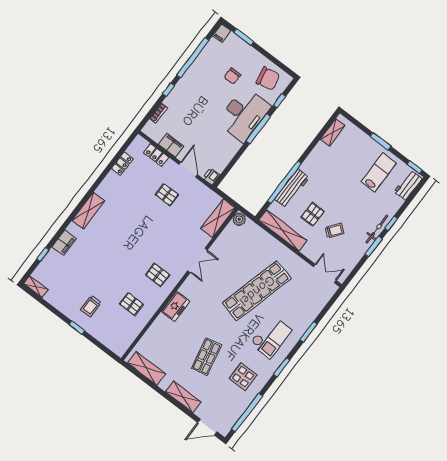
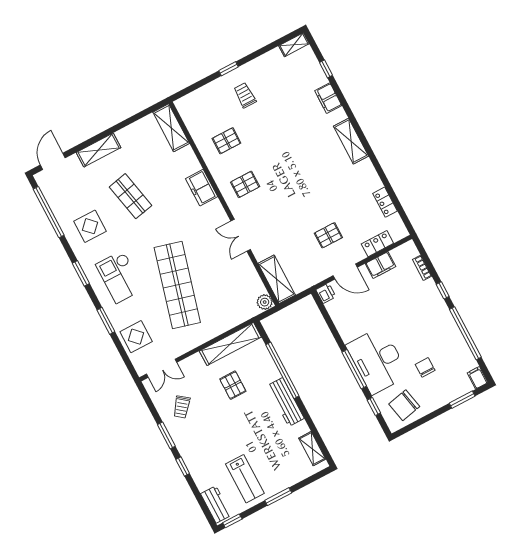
workbench: (292, 188) -> (286, 402), moved
bicycle: (377, 229) -> (184, 448), removed
trolley: (334, 231) -> (182, 407), moved
display table: (310, 304) -> (136, 337), added
shelving: (147, 368) -> (171, 128), moved, turned 90

